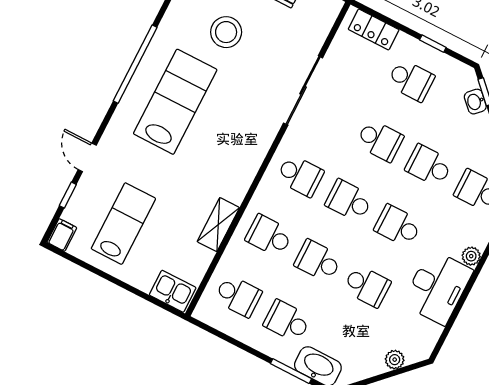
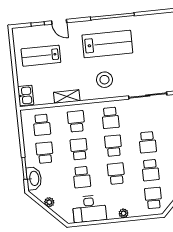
stool: (226, 32) -> (104, 80), moved
door: (87, 157) -> (59, 22), swing flipped
school desk: (429, 166) -> (150, 170), turned 180
lab bench: (123, 224) -> (41, 56), turned 180
filing cabinet: (62, 235) -> (19, 33), removed
desk: (438, 287) -> (89, 209), moved
plant: (395, 360) -> (49, 202), moved

